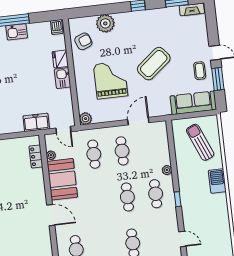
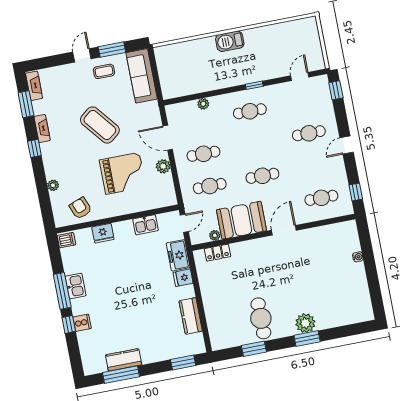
fireplace: (155, 14) -> (42, 129), added
plant: (105, 23) -> (53, 185), width x0.53, depth x0.53
kitchen sink: (63, 78) -> (145, 225), moved
grand piano: (110, 80) -> (123, 173), turned 180
plant: (86, 119) -> (163, 166), moved
fridge: (17, 125) -> (183, 278), added
sun lounger: (200, 142) -> (187, 65), removed
plant: (167, 170) -> (203, 104), moved
cafe table: (127, 197) -> (262, 176), moved

